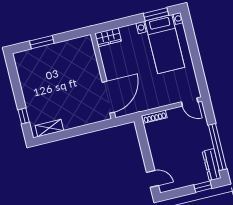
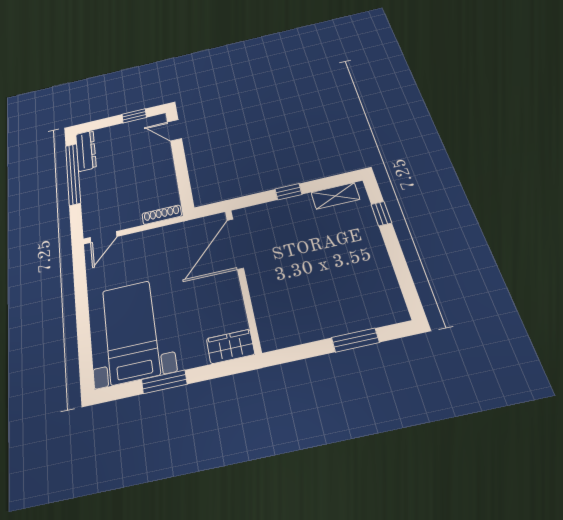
window: (156, 14) -> (164, 382), moved
door: (190, 102) -> (103, 237), swing flipped
window: (77, 131) -> (288, 192), added
window: (203, 187) -> (134, 116), moved

